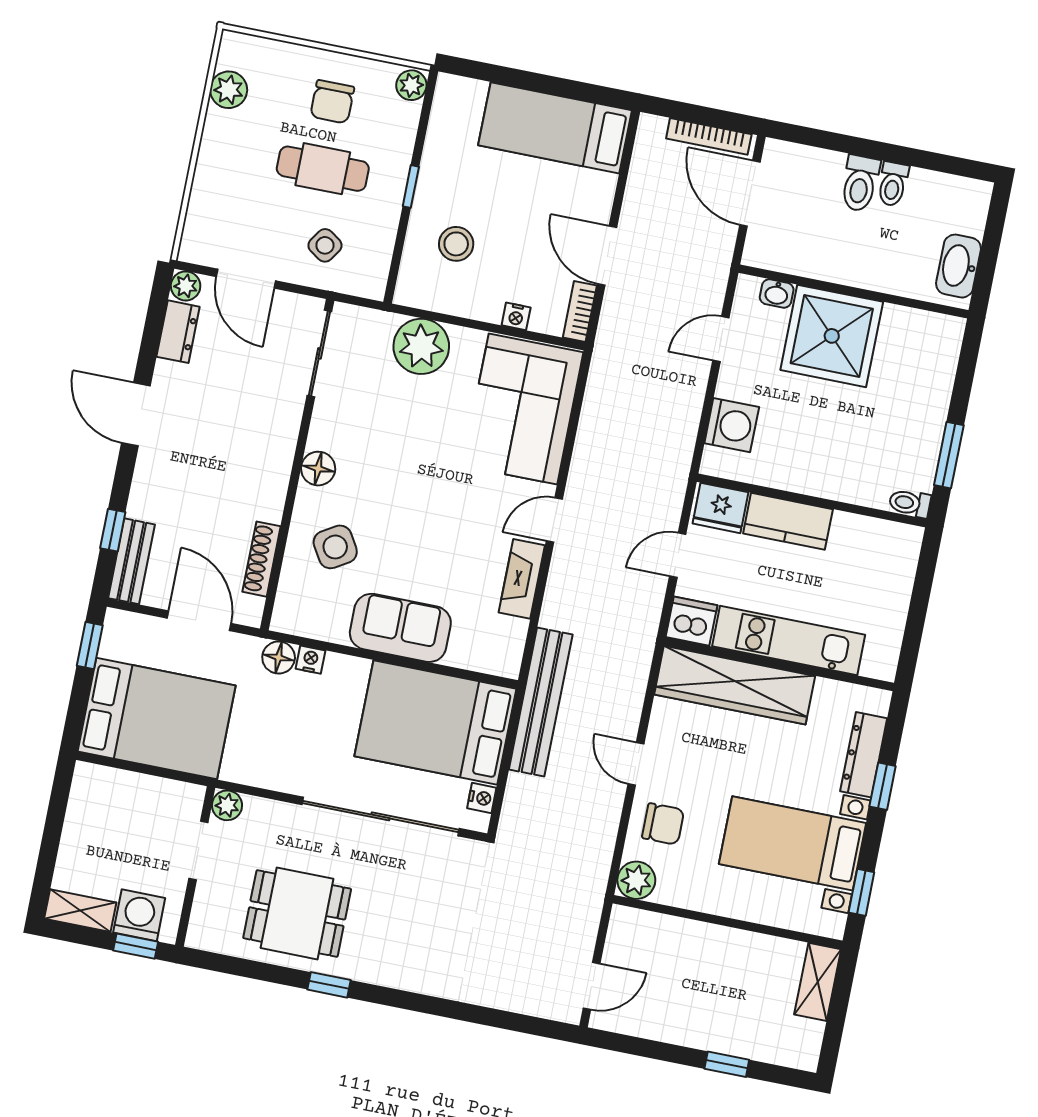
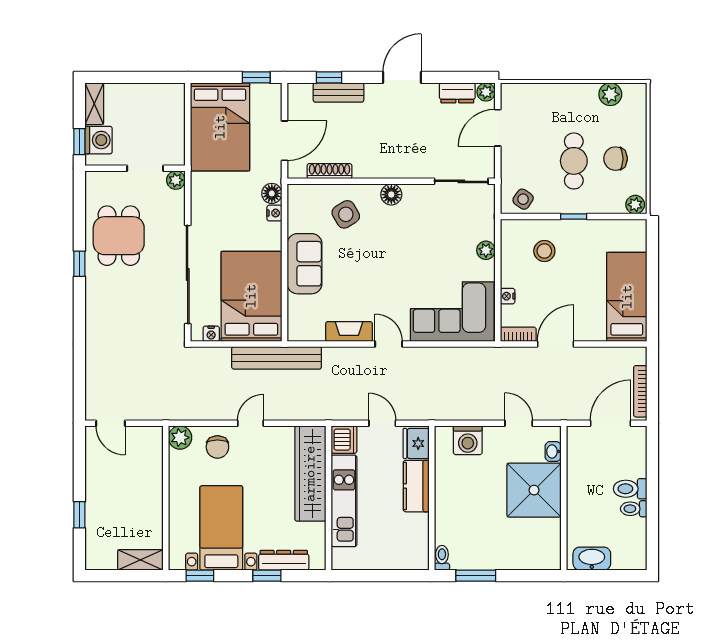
side table: (325, 245) -> (523, 199), moved
plant: (421, 346) -> (486, 250), width x0.53, depth x0.53
bench: (132, 561) -> (338, 93), moved

